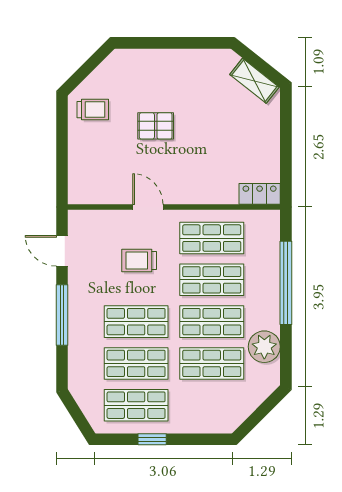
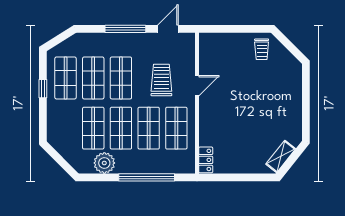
pallet: (156, 126) -> (251, 91), removed
trolley: (139, 261) -> (161, 80), width x1.36, depth x1.39

